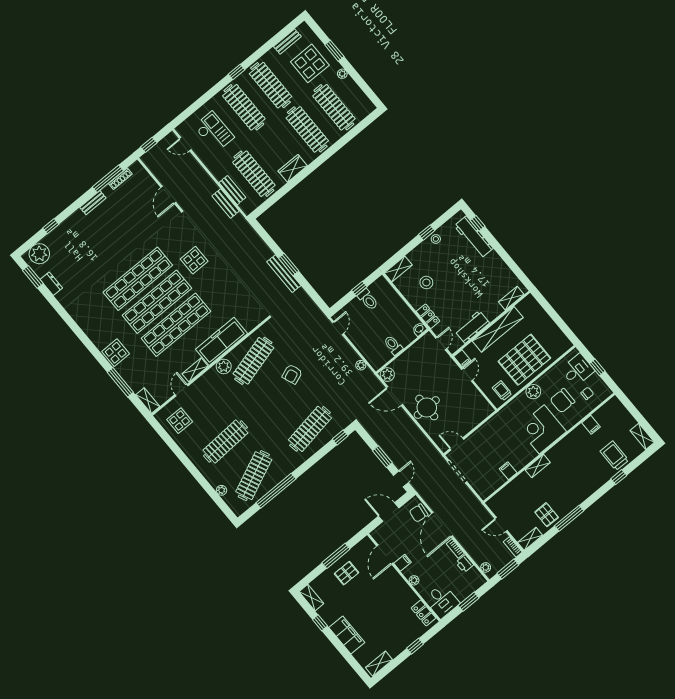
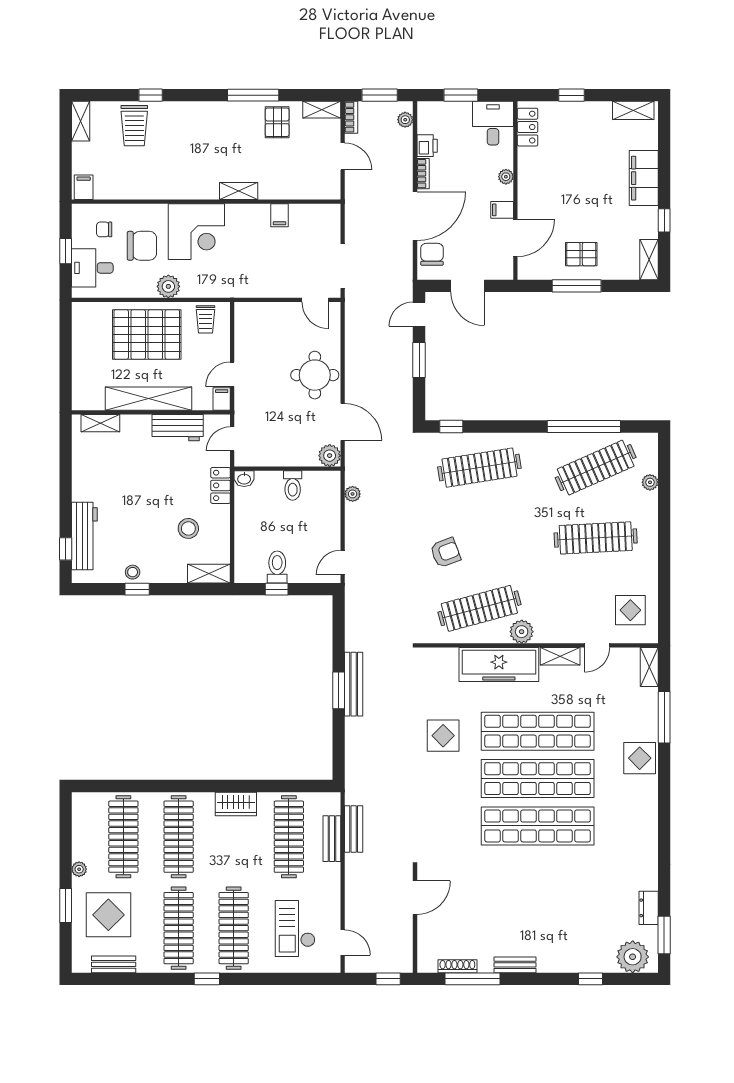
display table: (194, 260) -> (443, 736), moved
filing cabinet: (591, 425) -> (84, 187), moved
chair: (419, 513) -> (432, 254), turned -97

